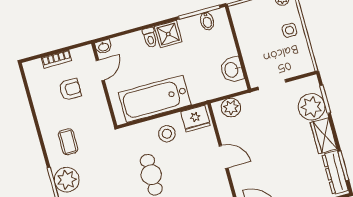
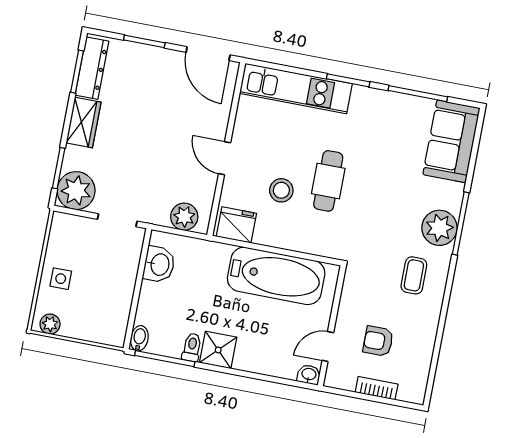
bidet: (207, 21) -> (139, 338), moved
toilet: (150, 38) -> (192, 347), moved
plant: (312, 107) -> (76, 191), moved
stool: (167, 134) -> (281, 190), moved

